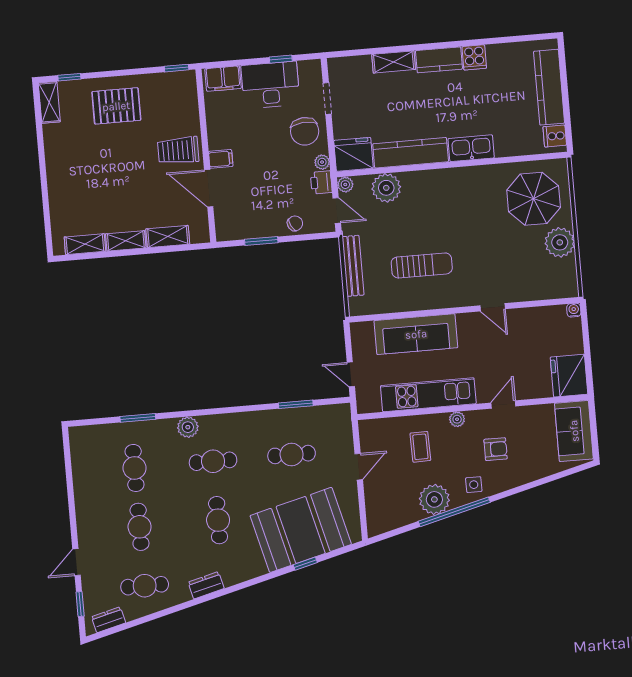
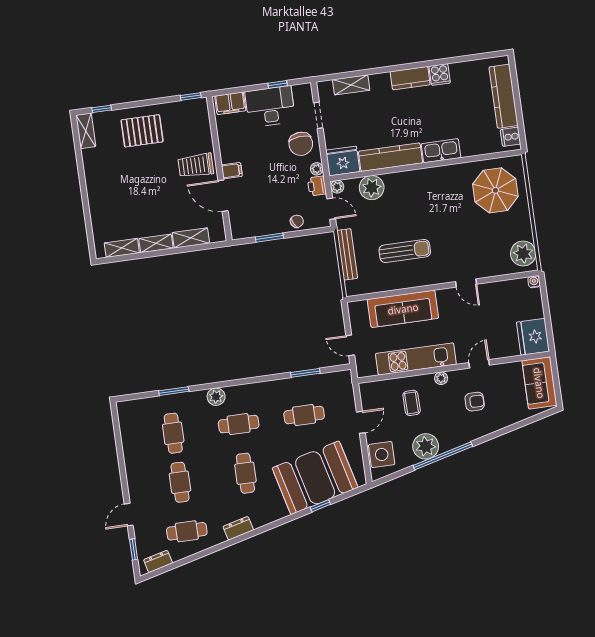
shelving: (394, 62) -> (351, 85), moved
plant: (560, 242) -> (523, 254), moved
side table: (474, 485) -> (382, 455), moved, width x1.87, depth x1.87

